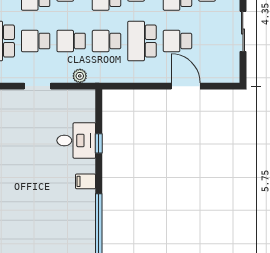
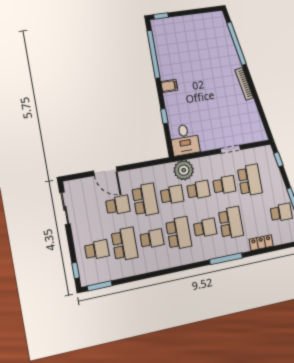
sliding door: (243, 31) -> (65, 208), moved
plant: (80, 76) -> (184, 170), width x1.88, depth x1.88
doorway: (37, 86) -> (230, 149), moved
desk: (76, 140) -> (185, 140), moved, turned -90

